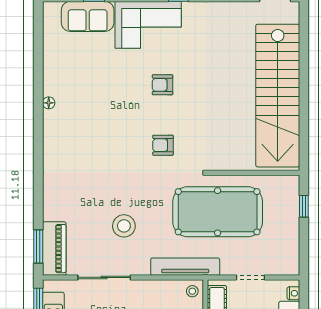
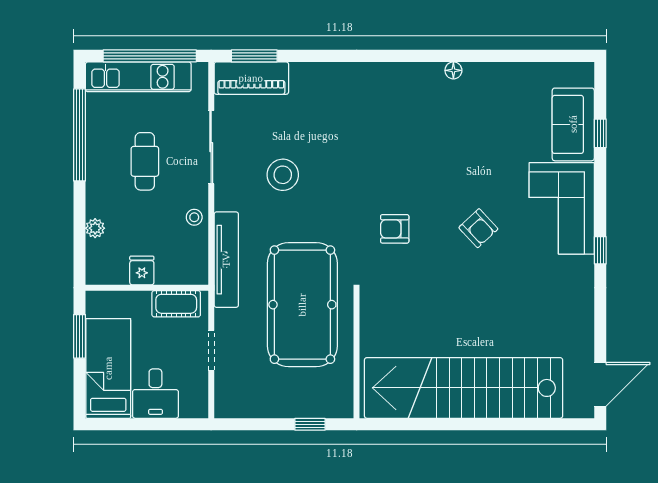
armchair: (162, 85) -> (478, 228), turned 137
armchair: (163, 145) -> (395, 229), turned -90
stool: (192, 291) -> (194, 217), moved
nightstand: (293, 293) -> (189, 410), removed

